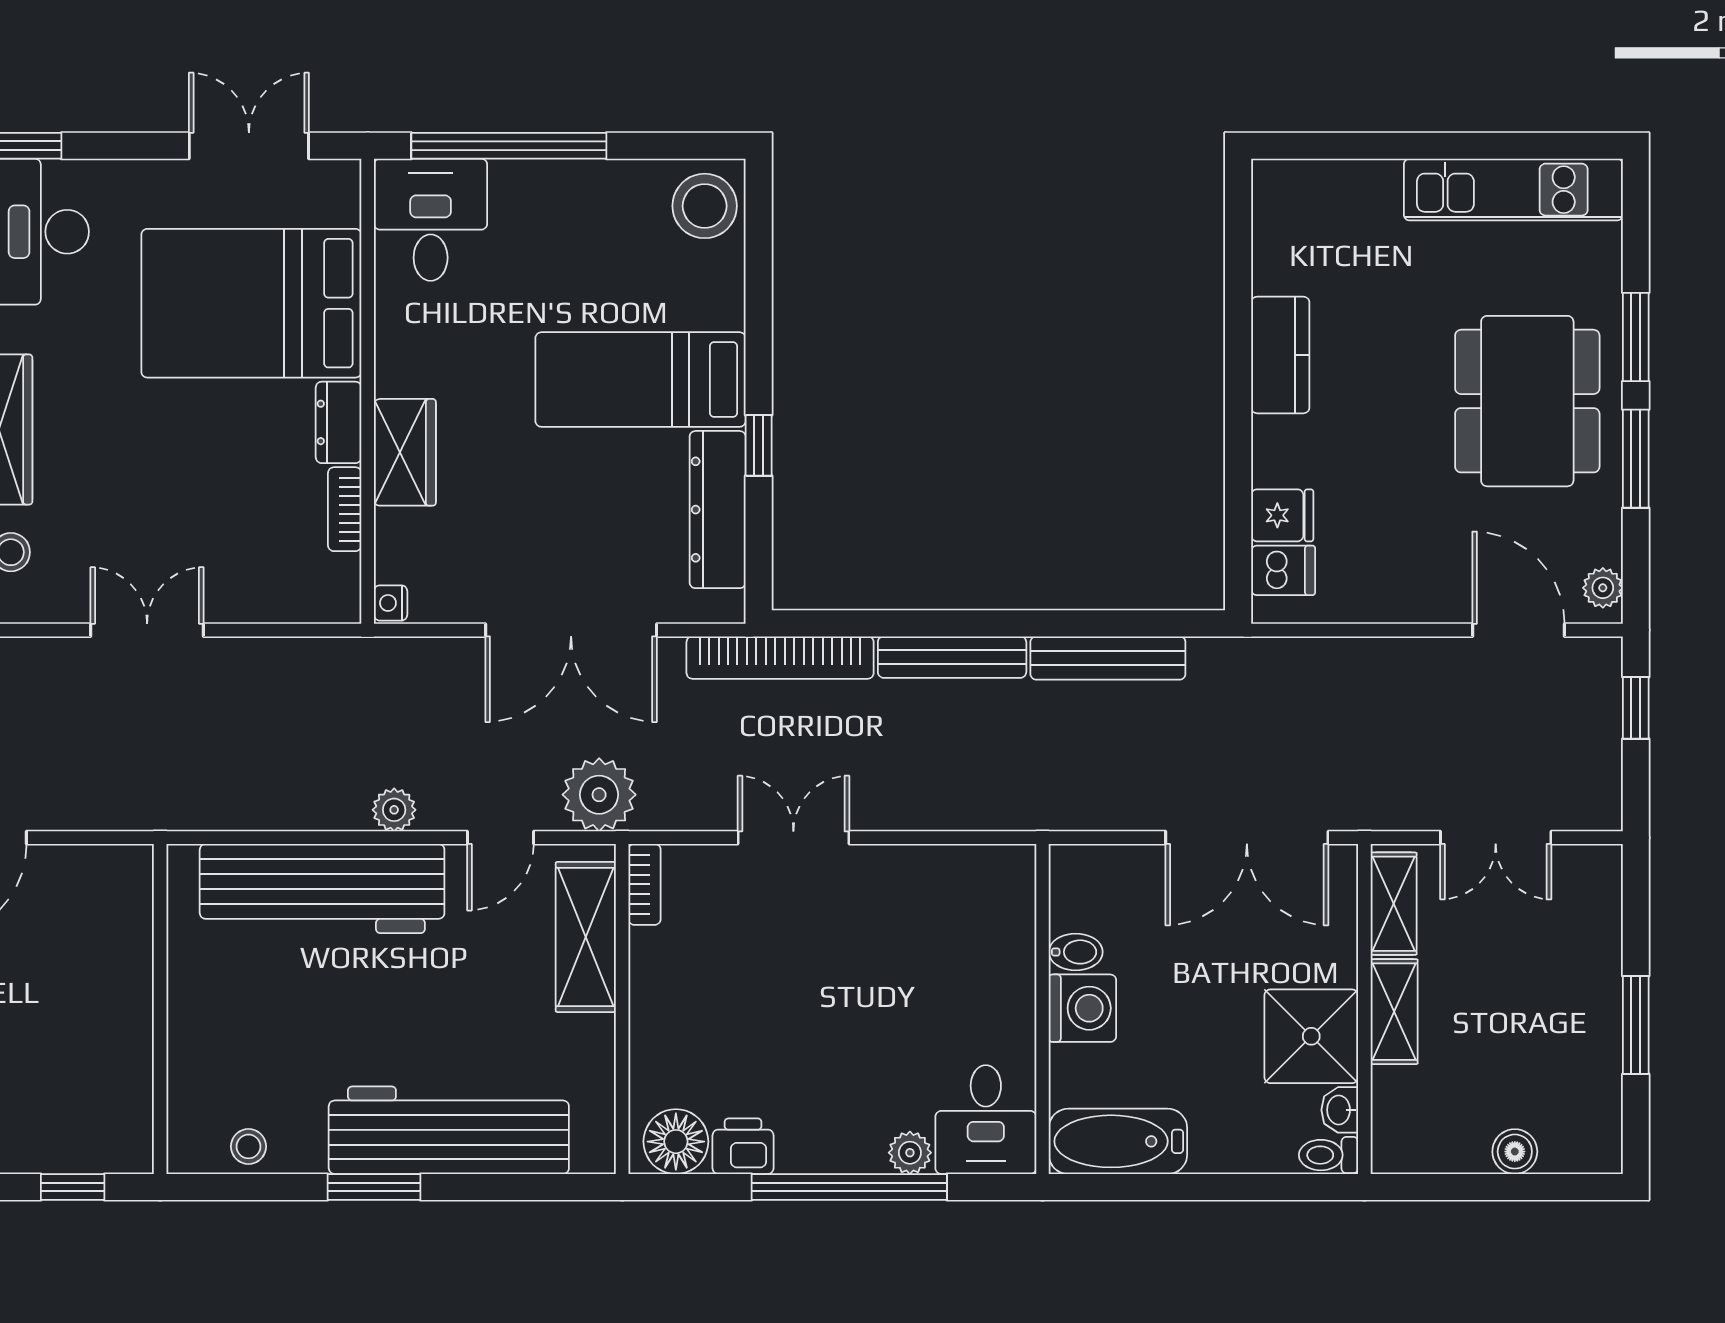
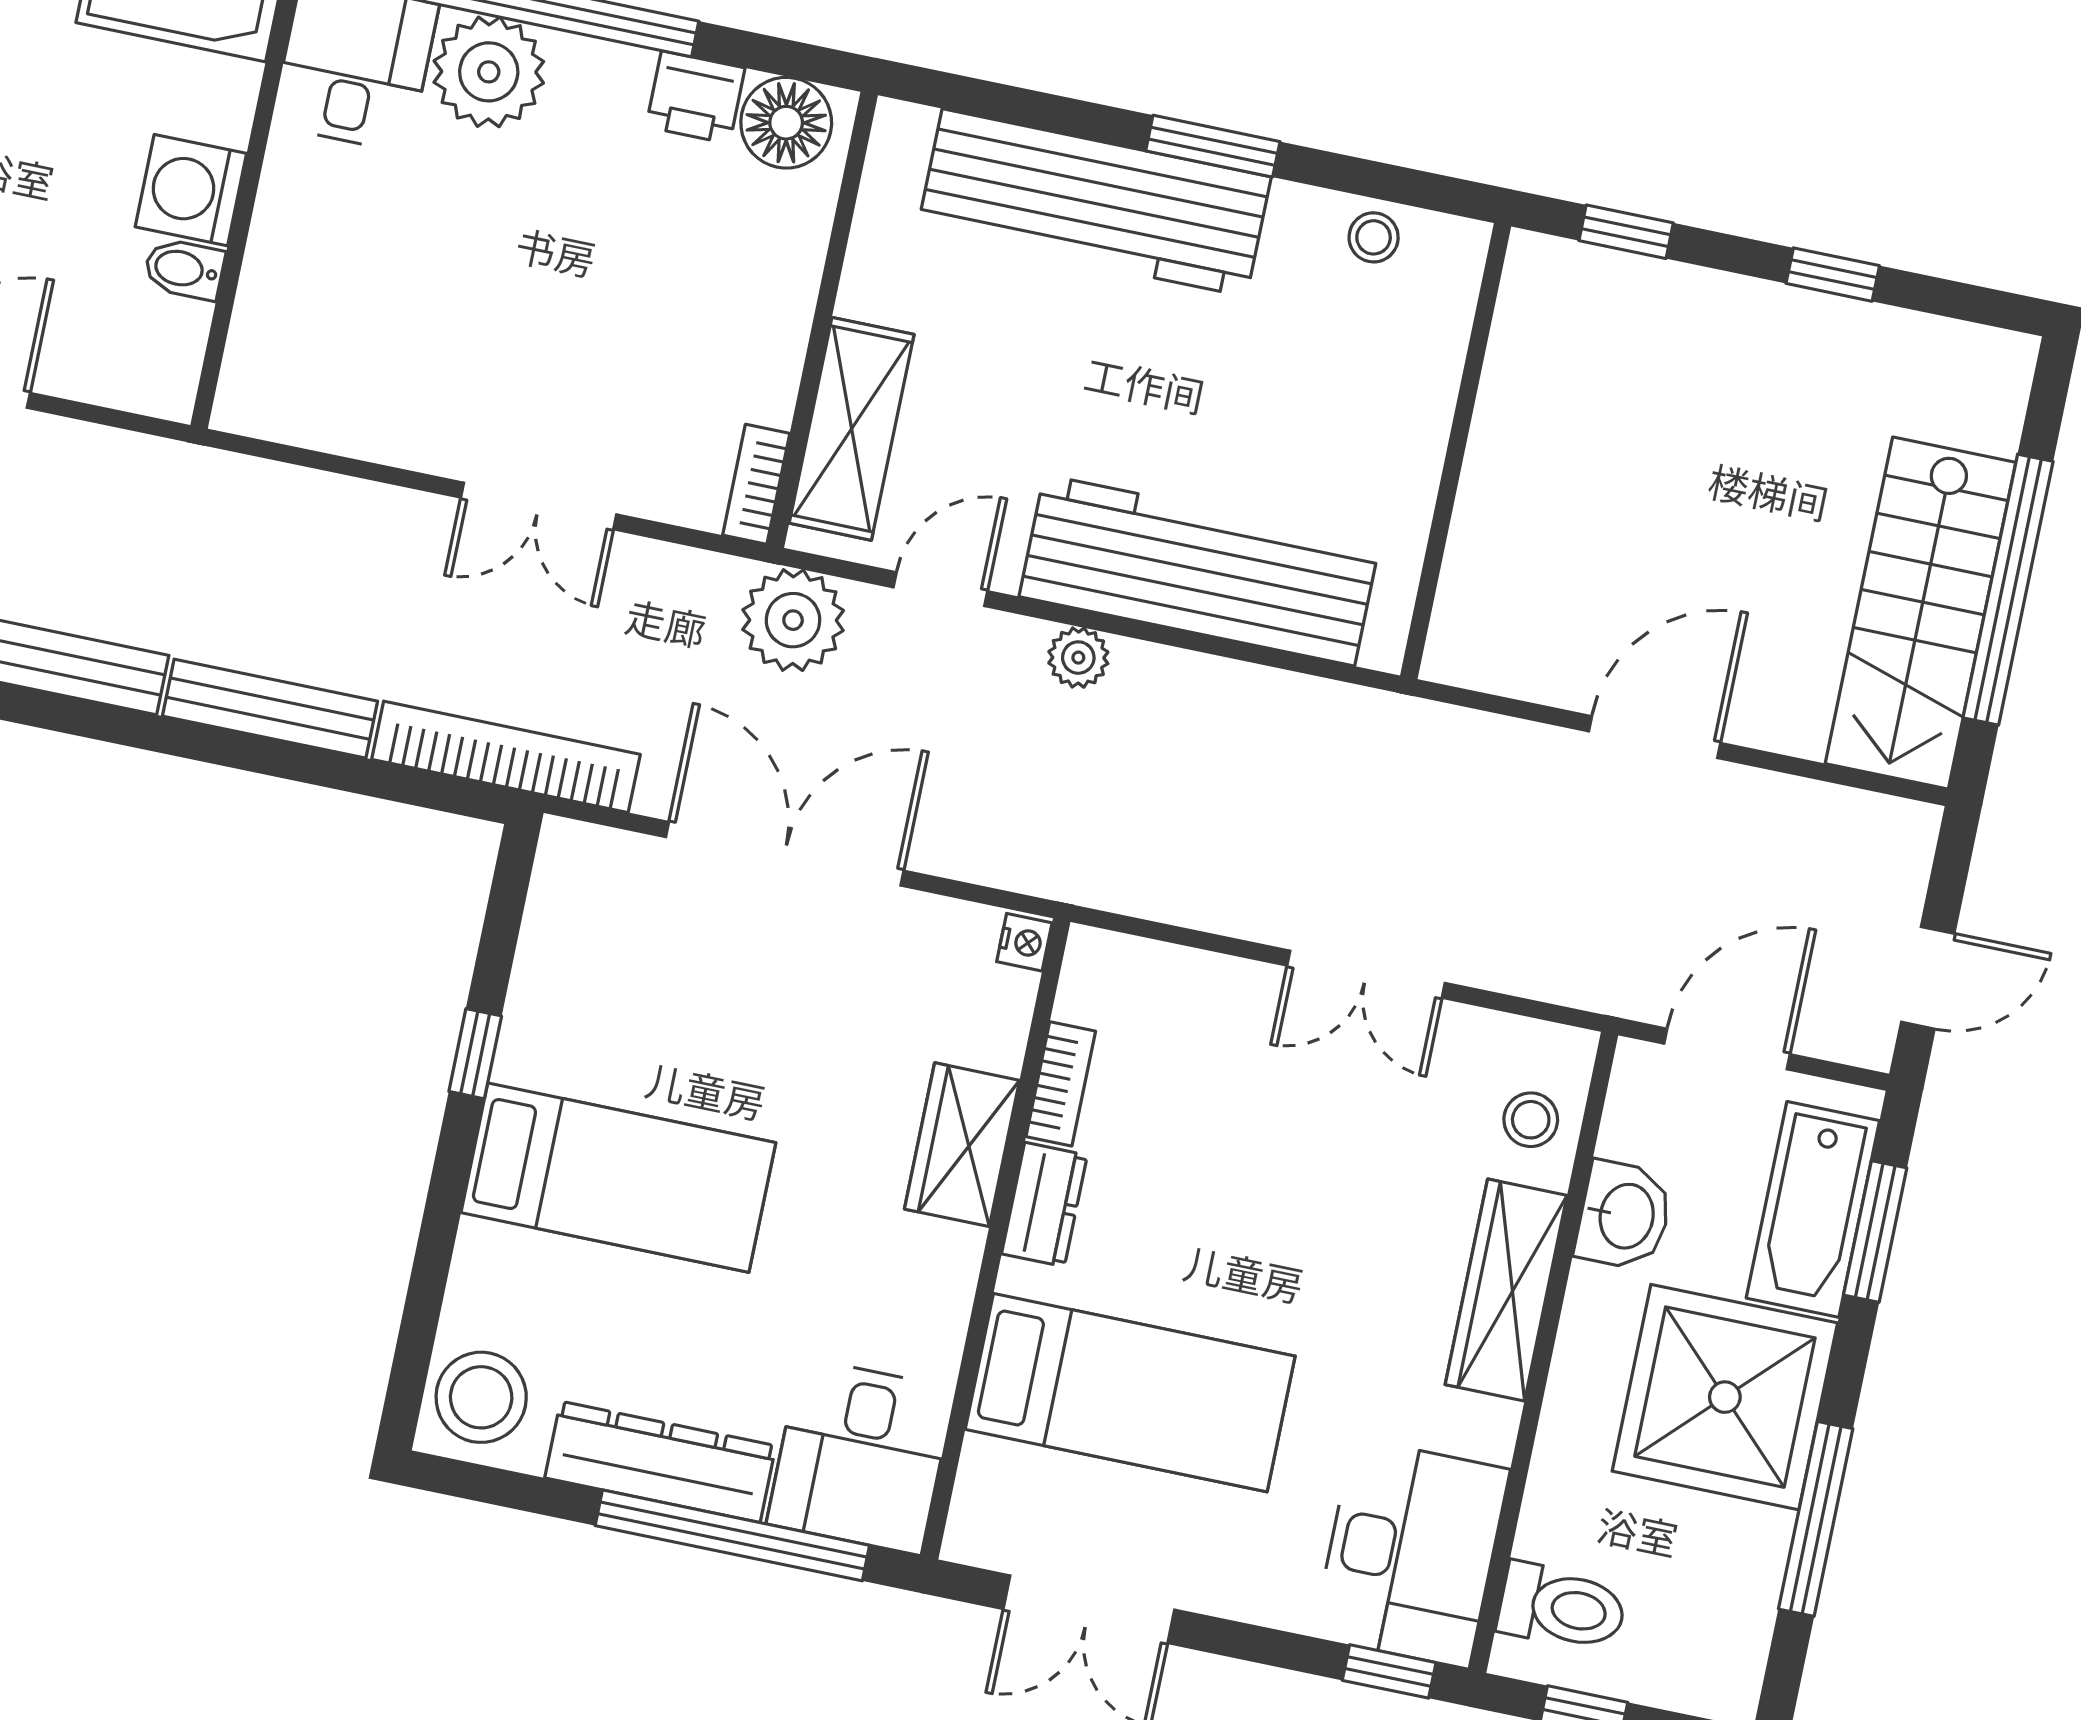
bed: (251, 303) -> (1130, 1393), width x0.67
dresser: (718, 510) -> (660, 1462), moved, turned -90
plant: (910, 1153) -> (489, 72), width x1.87, depth x1.87

